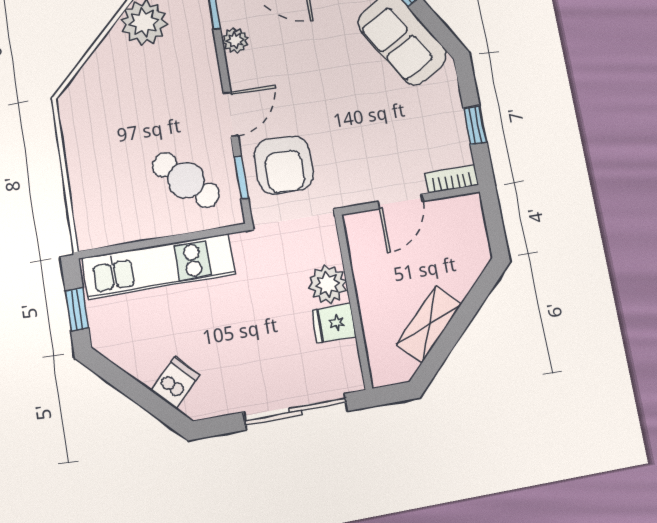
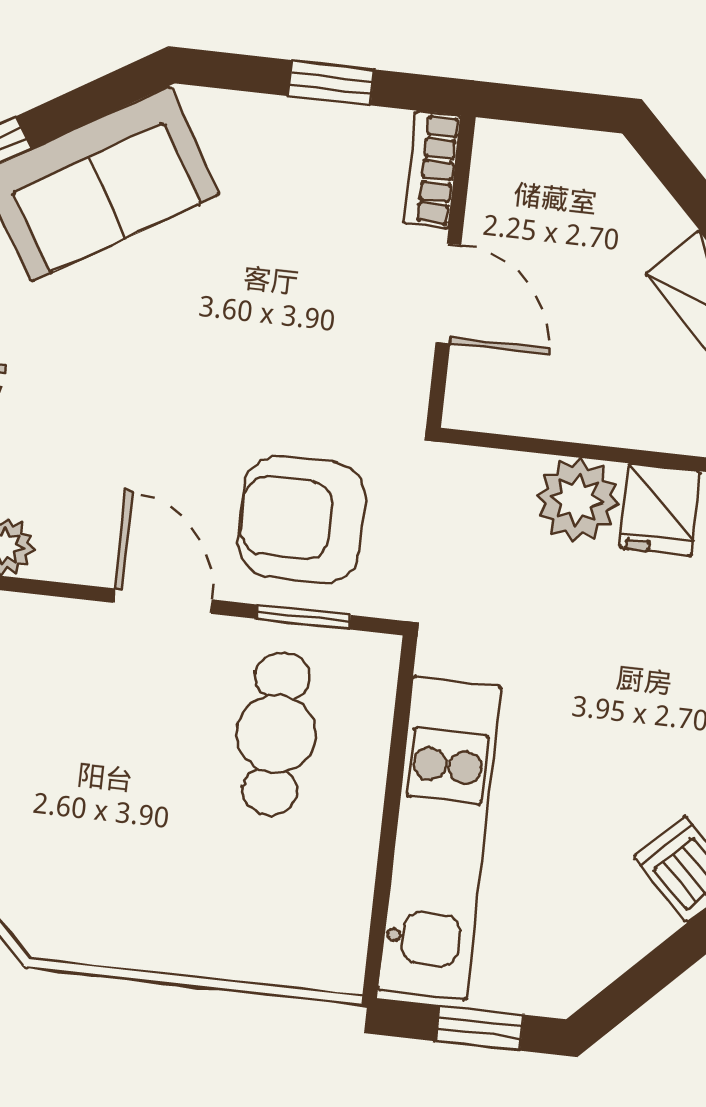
armchair: (284, 165) -> (301, 519), turned 180
cafe table: (186, 180) -> (276, 734), turned -45

